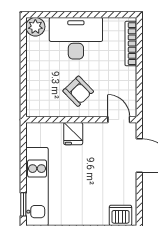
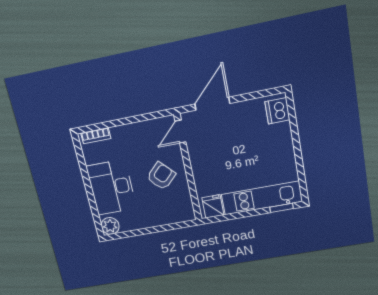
bookcase: (131, 44) -> (96, 136), width x0.64
fridge: (73, 134) -> (213, 206), moved, turned -90

